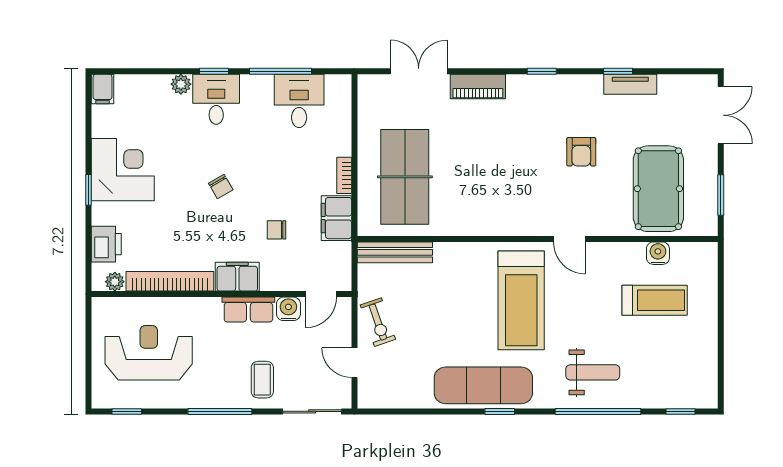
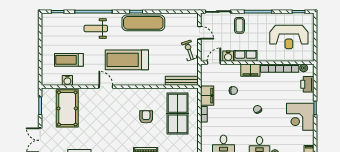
armchair: (581, 152) -> (146, 117), moved
treadmill: (521, 300) -> (127, 60), turned -90

